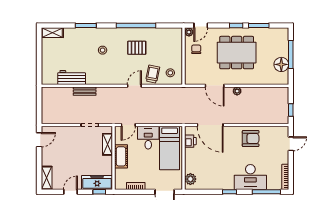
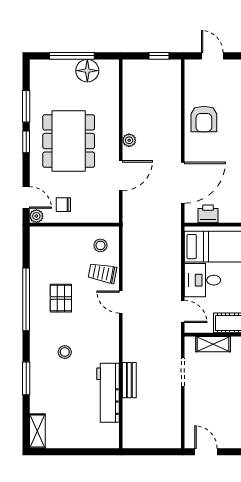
workbench: (72, 78) -> (108, 393), width x1.38
armchair: (251, 139) -> (204, 119), turned 180

